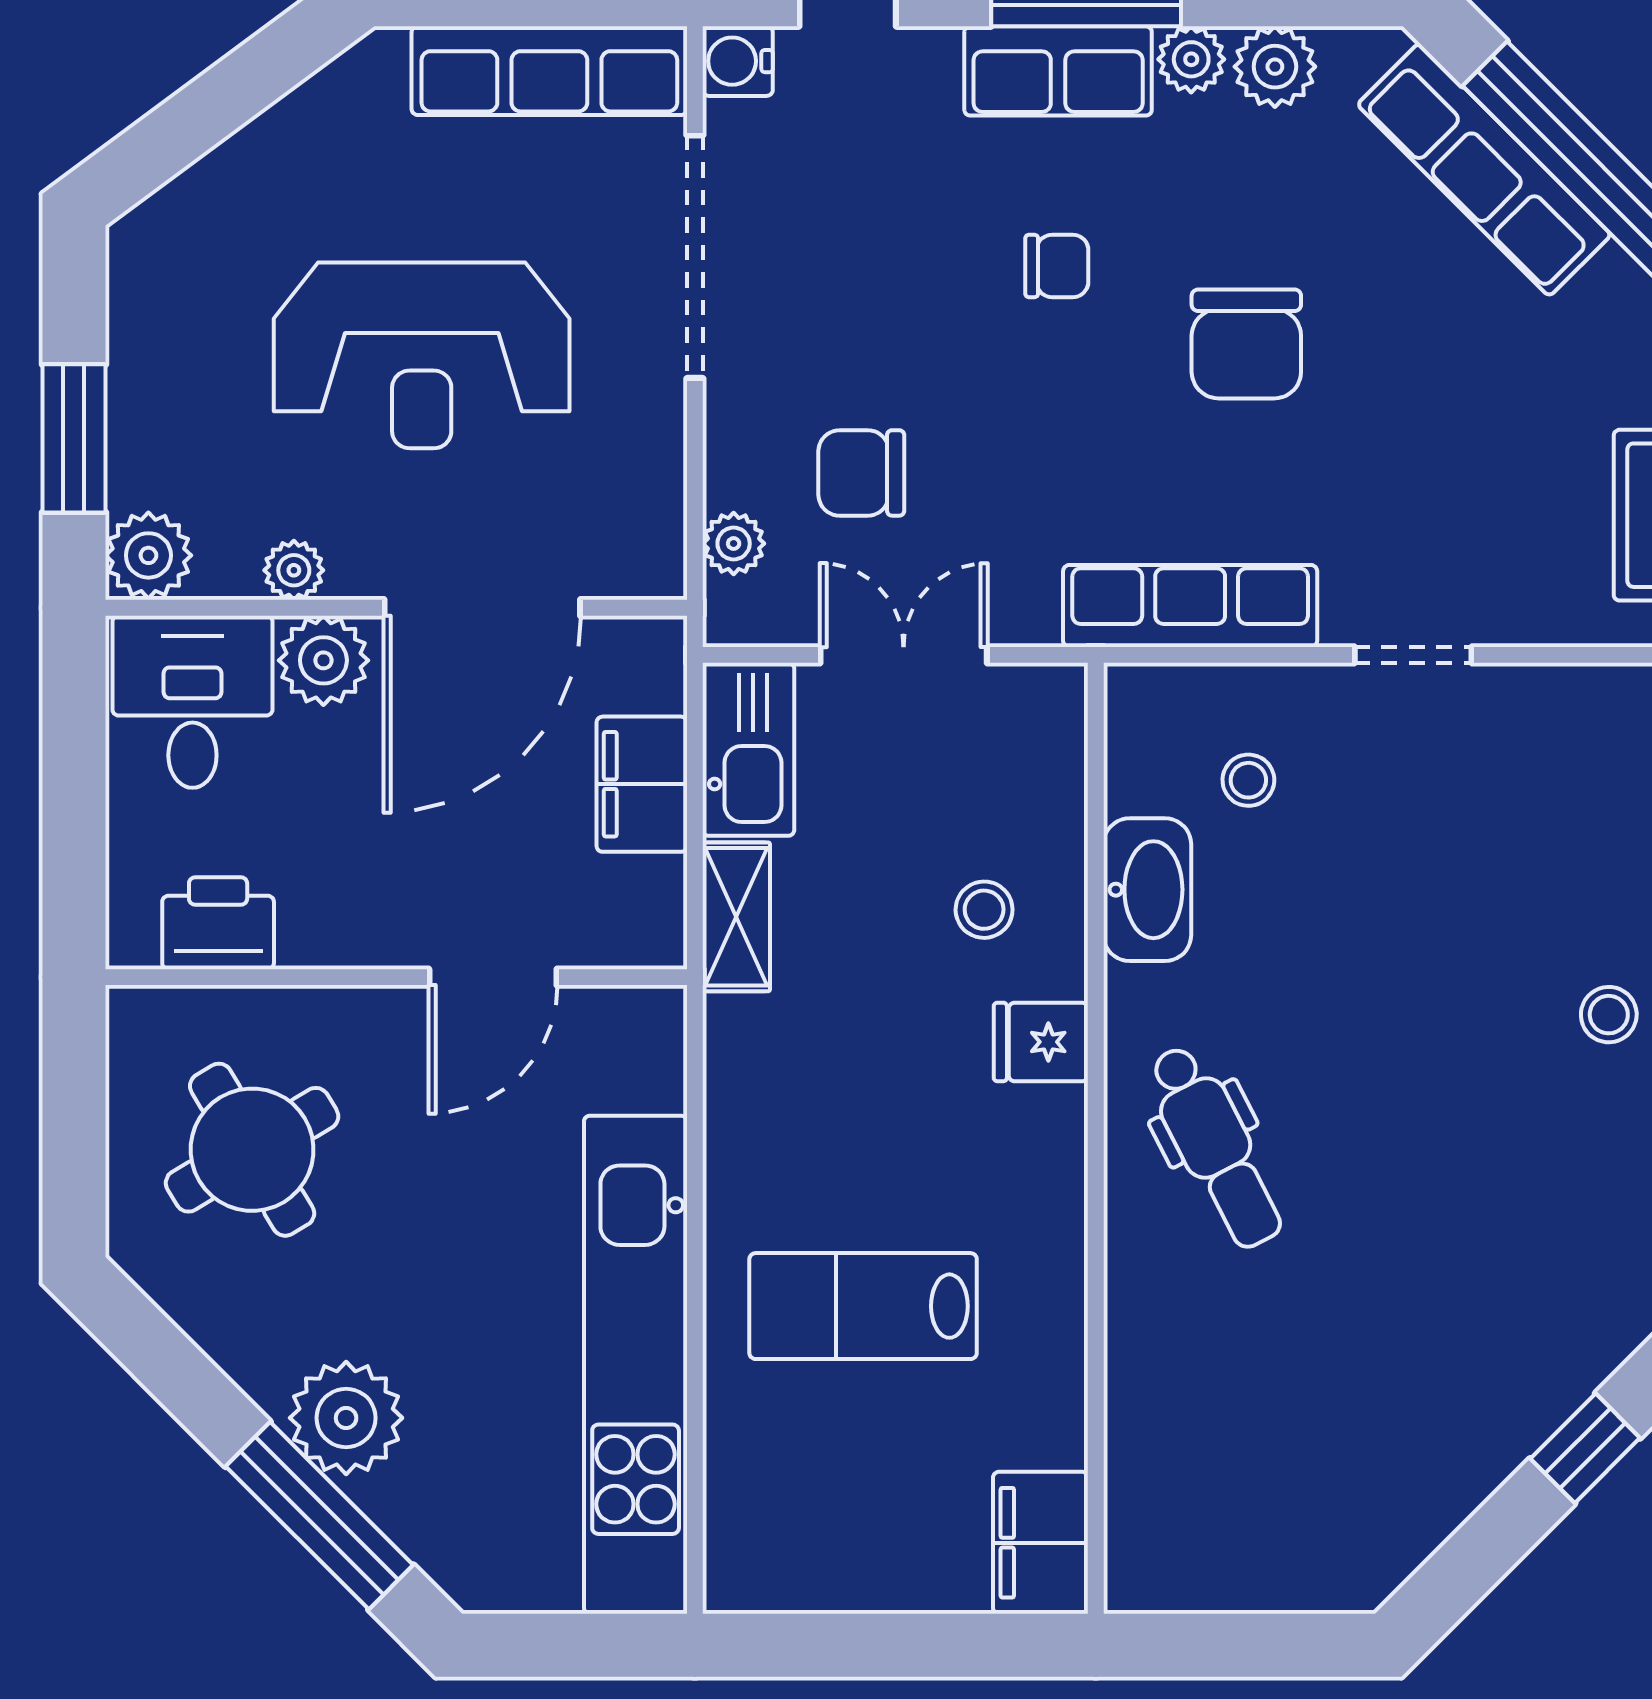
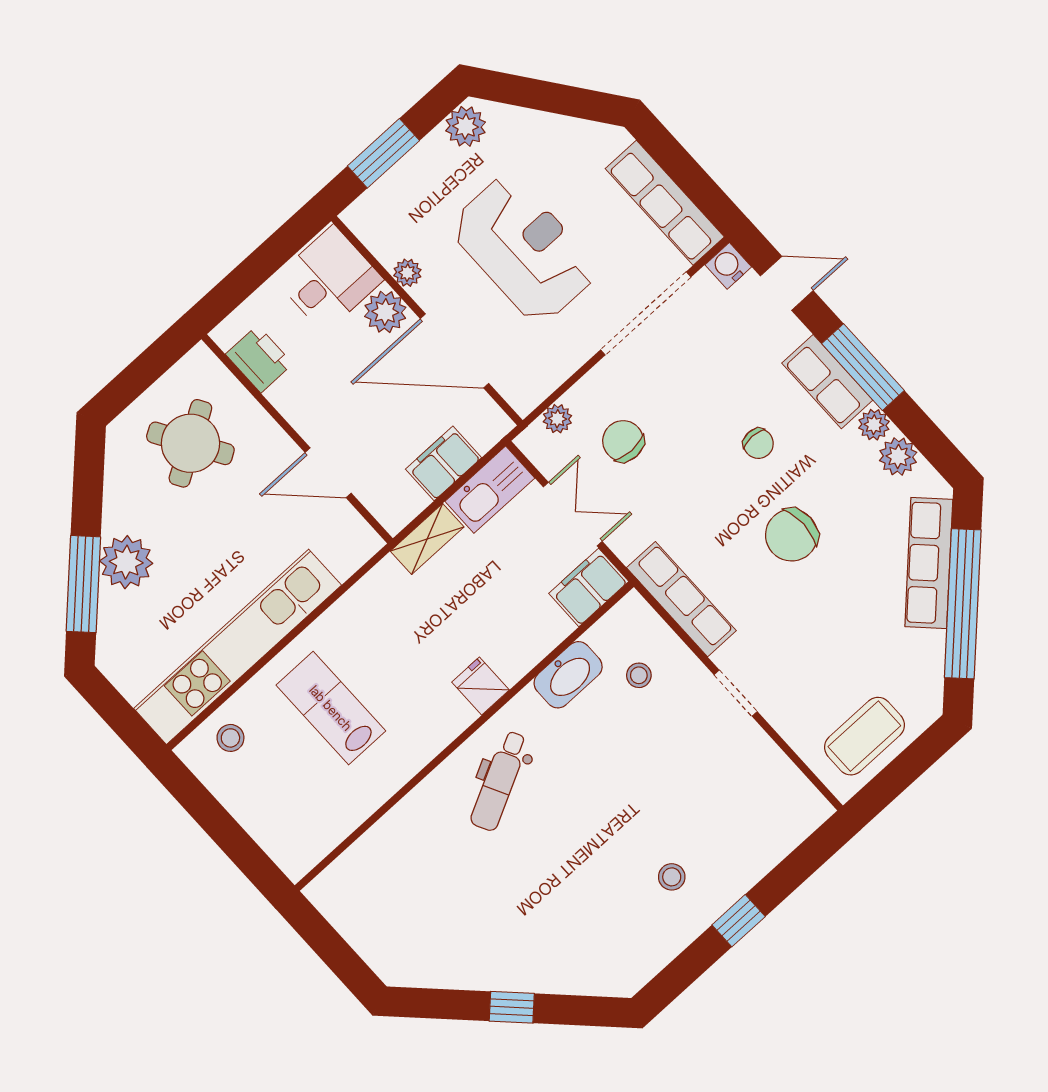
reception desk: (422, 355) -> (524, 249), turned 180
plant: (148, 555) -> (466, 126), moved
stool: (984, 910) -> (230, 738), moved
filing cabinet: (1040, 1543) -> (589, 587), moved

